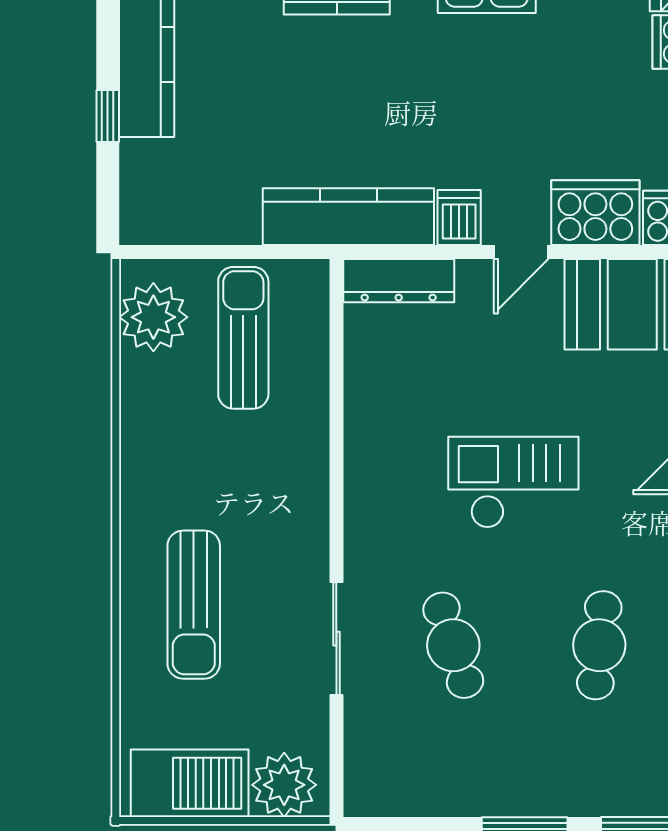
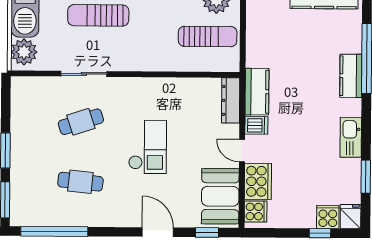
kitchen counter: (348, 217) -> (257, 92), width x0.67

